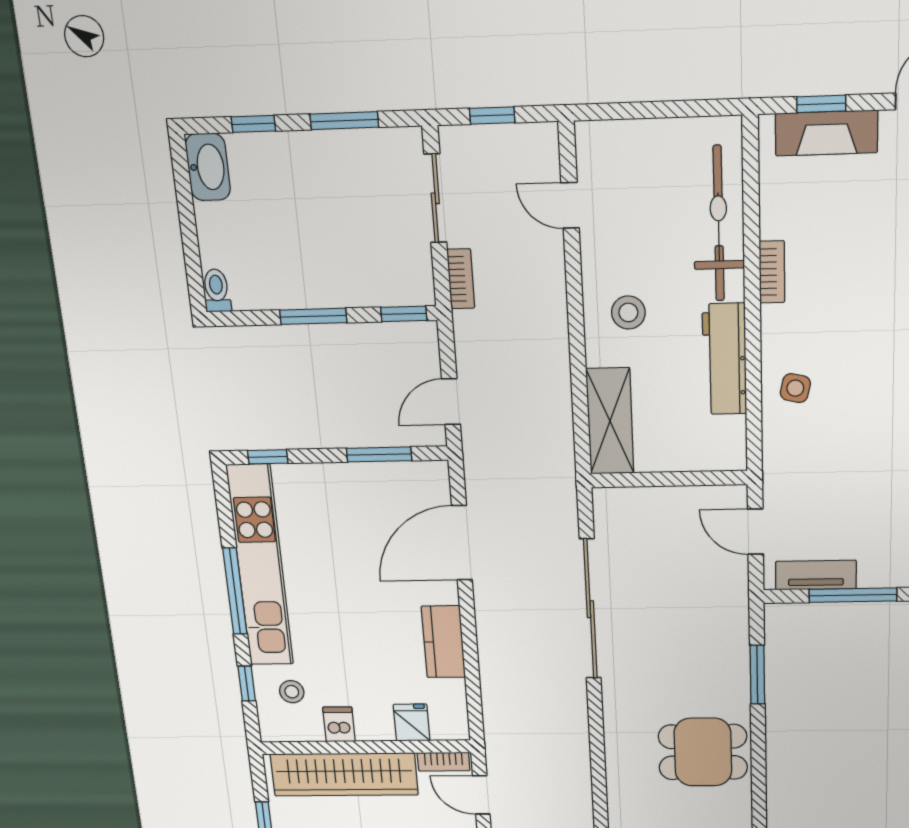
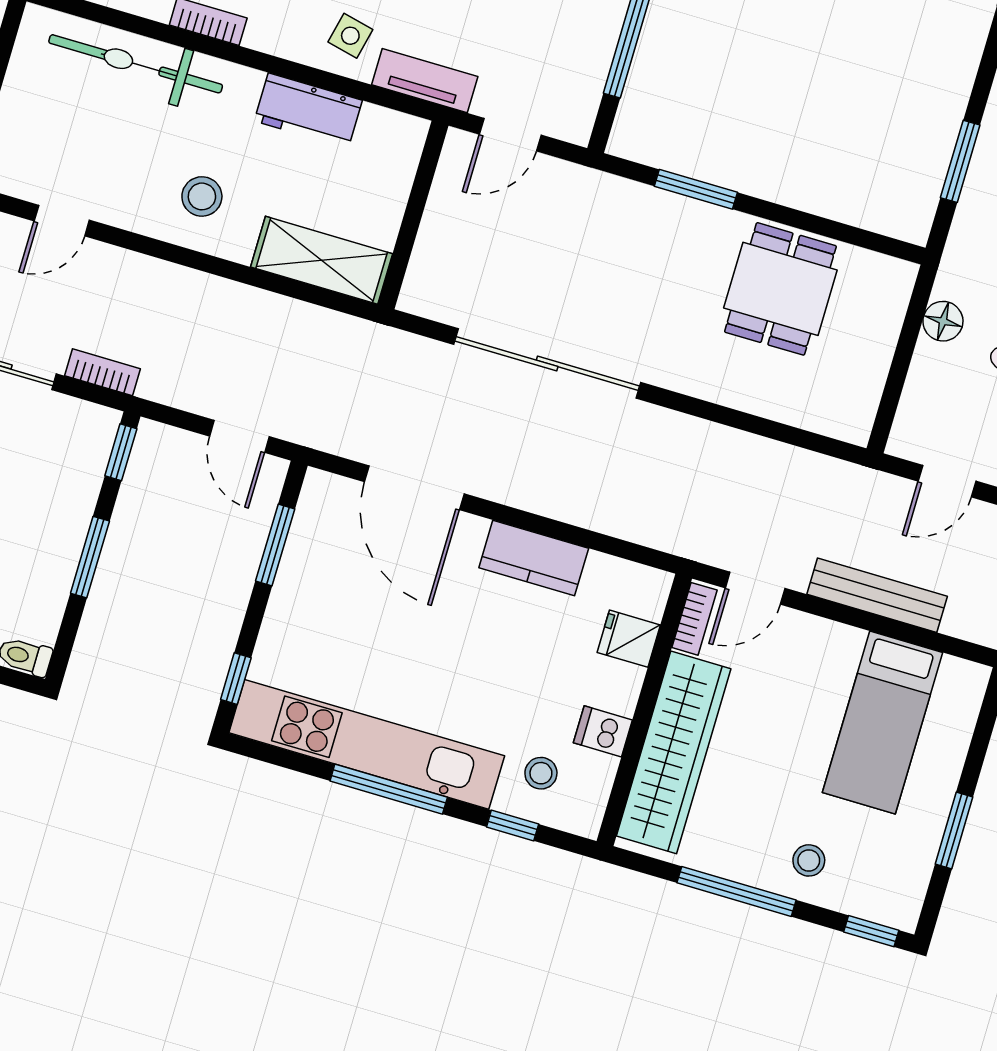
workbench: (725, 359) -> (308, 111), width x0.73
tv unit: (816, 575) -> (425, 81), moved, turned 90

